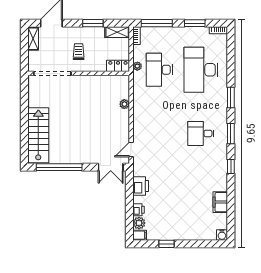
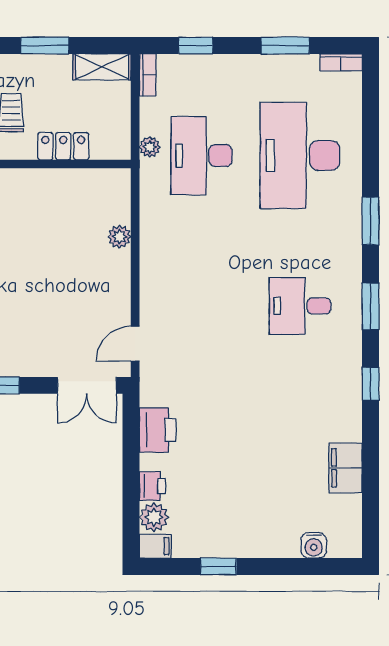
window: (157, 23) -> (196, 46), width x0.46
locker: (118, 66) -> (63, 146), moved
water cooler: (222, 235) -> (314, 545), moved

